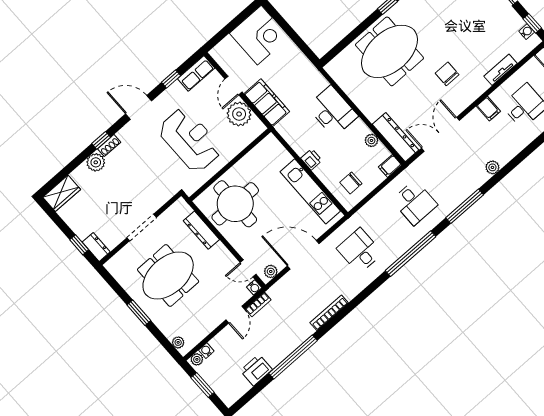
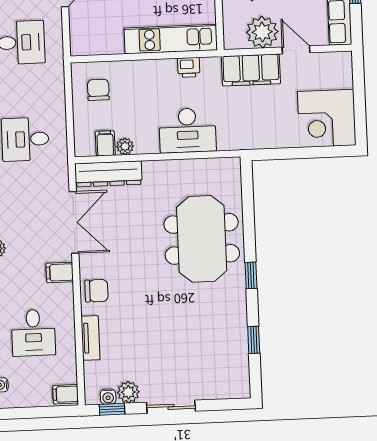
plant: (514, 22) -> (128, 392), added
chair: (447, 74) -> (96, 291), moved
filing cabinet: (488, 109) -> (60, 273), moved
printer: (311, 159) -> (189, 67), moved
filing cabinet: (390, 166) -> (105, 143), moved
kitchen unit: (310, 191) -> (171, 39), moved

